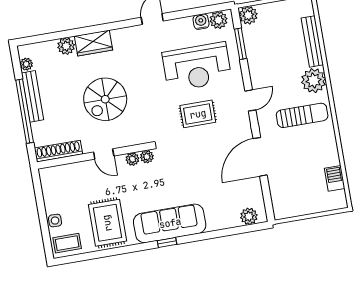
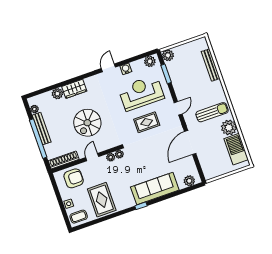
water cooler: (201, 22) -> (126, 69), moved
reception desk: (197, 67) -> (141, 93), turned 180
plant: (314, 81) -> (229, 128), moved
door: (104, 154) -> (92, 157), swing flipped
barbecue: (335, 178) -> (236, 149), width x1.88, depth x1.53
armchair: (69, 182) -> (74, 178), added
sofa: (170, 223) -> (155, 189), moved

